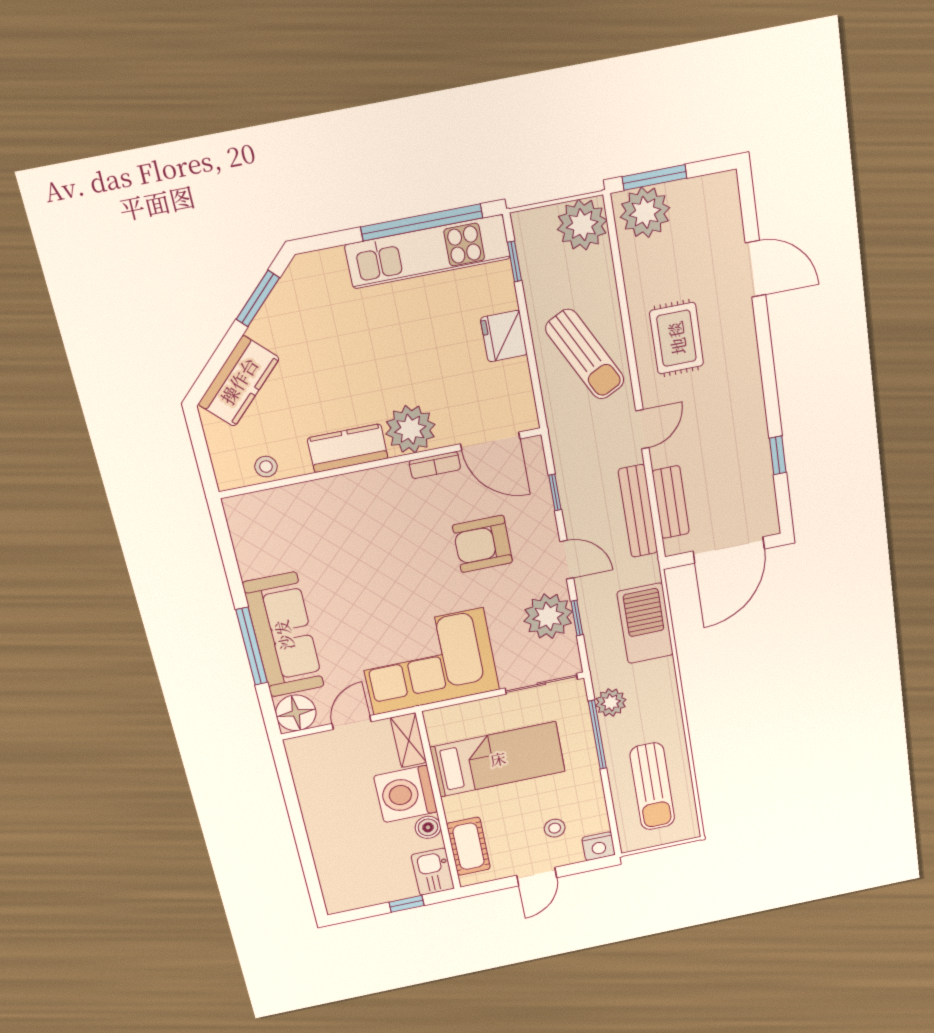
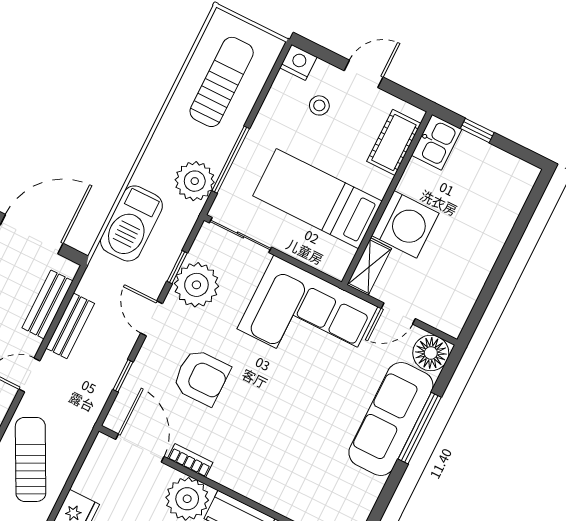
bench: (638, 511) -> (70, 326), width x0.73
plant: (611, 703) -> (195, 181), width x1.36, depth x1.36
boiler: (428, 827) -> (411, 183), removed

